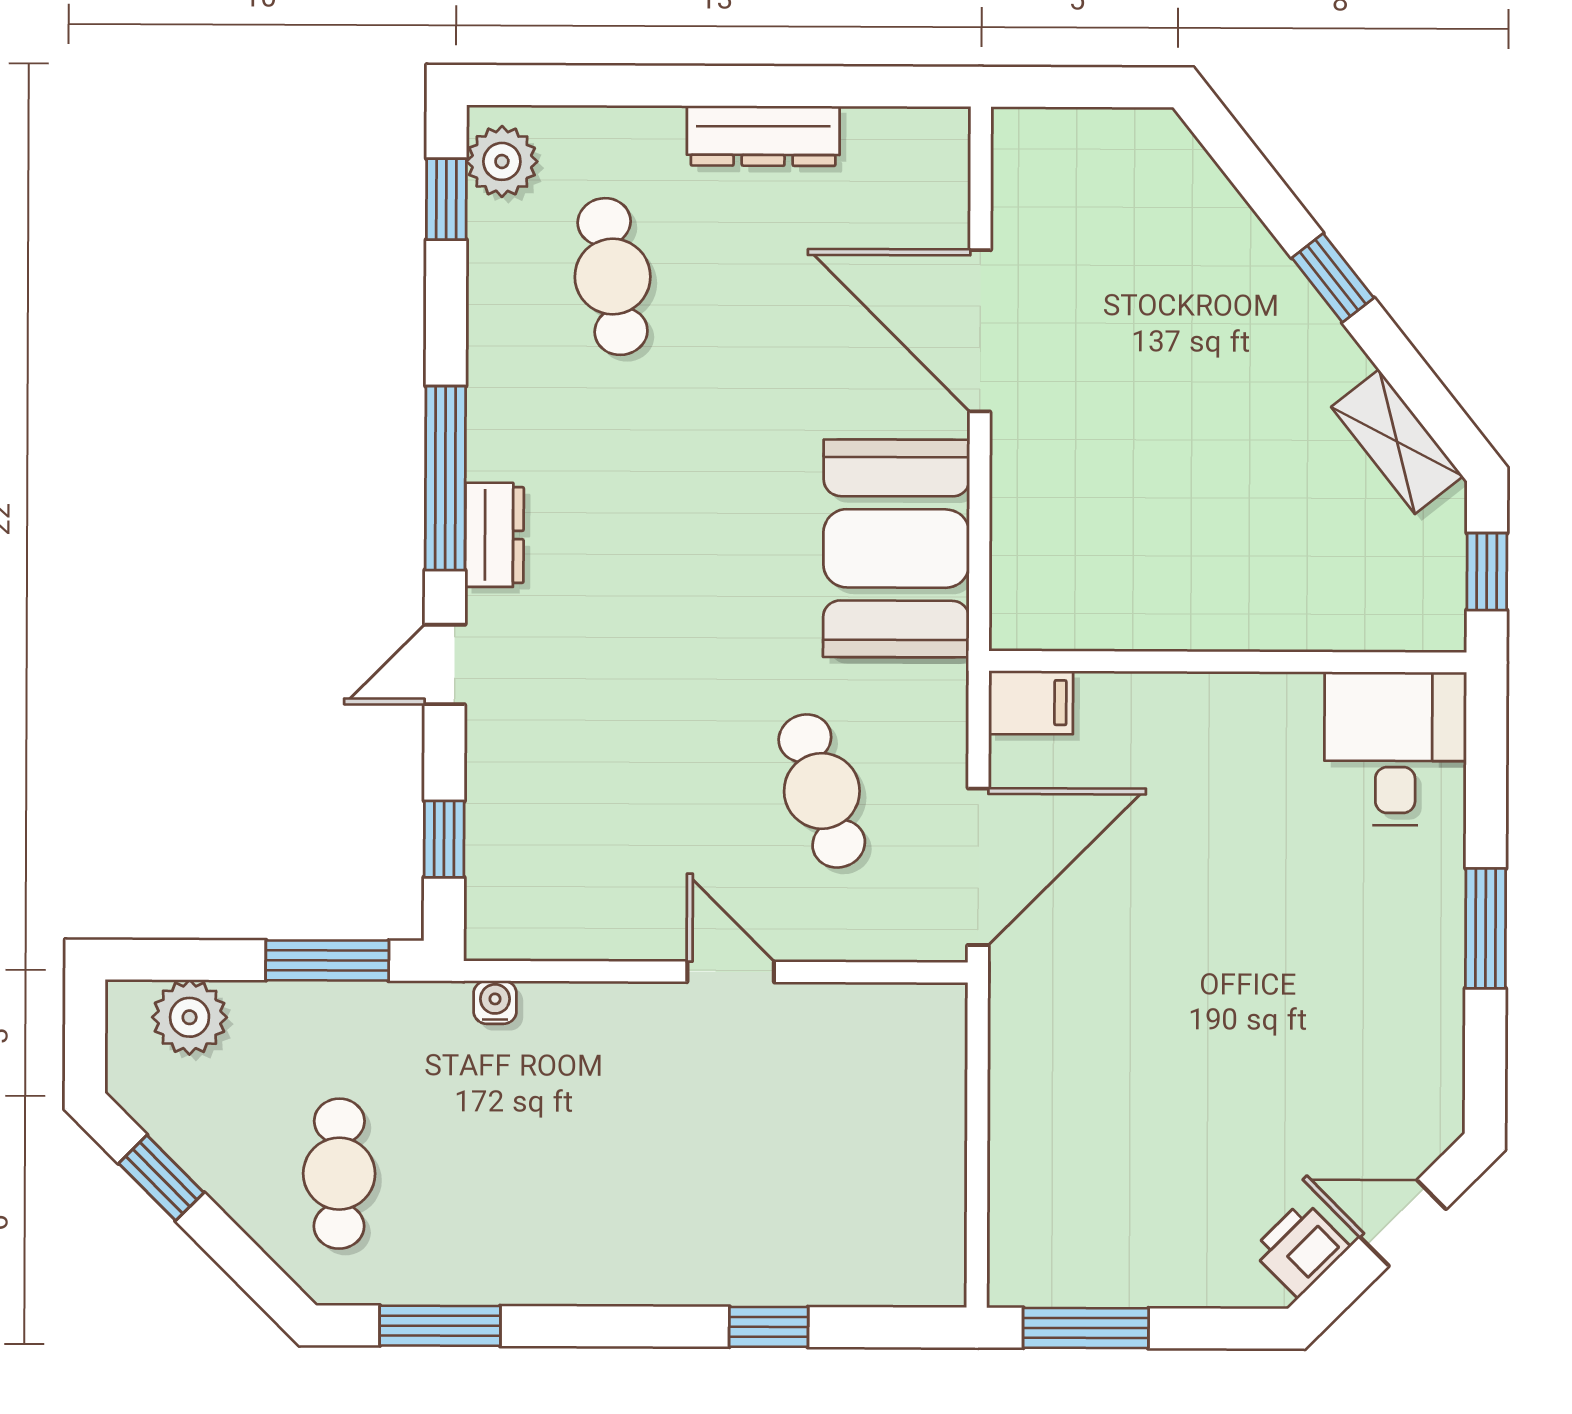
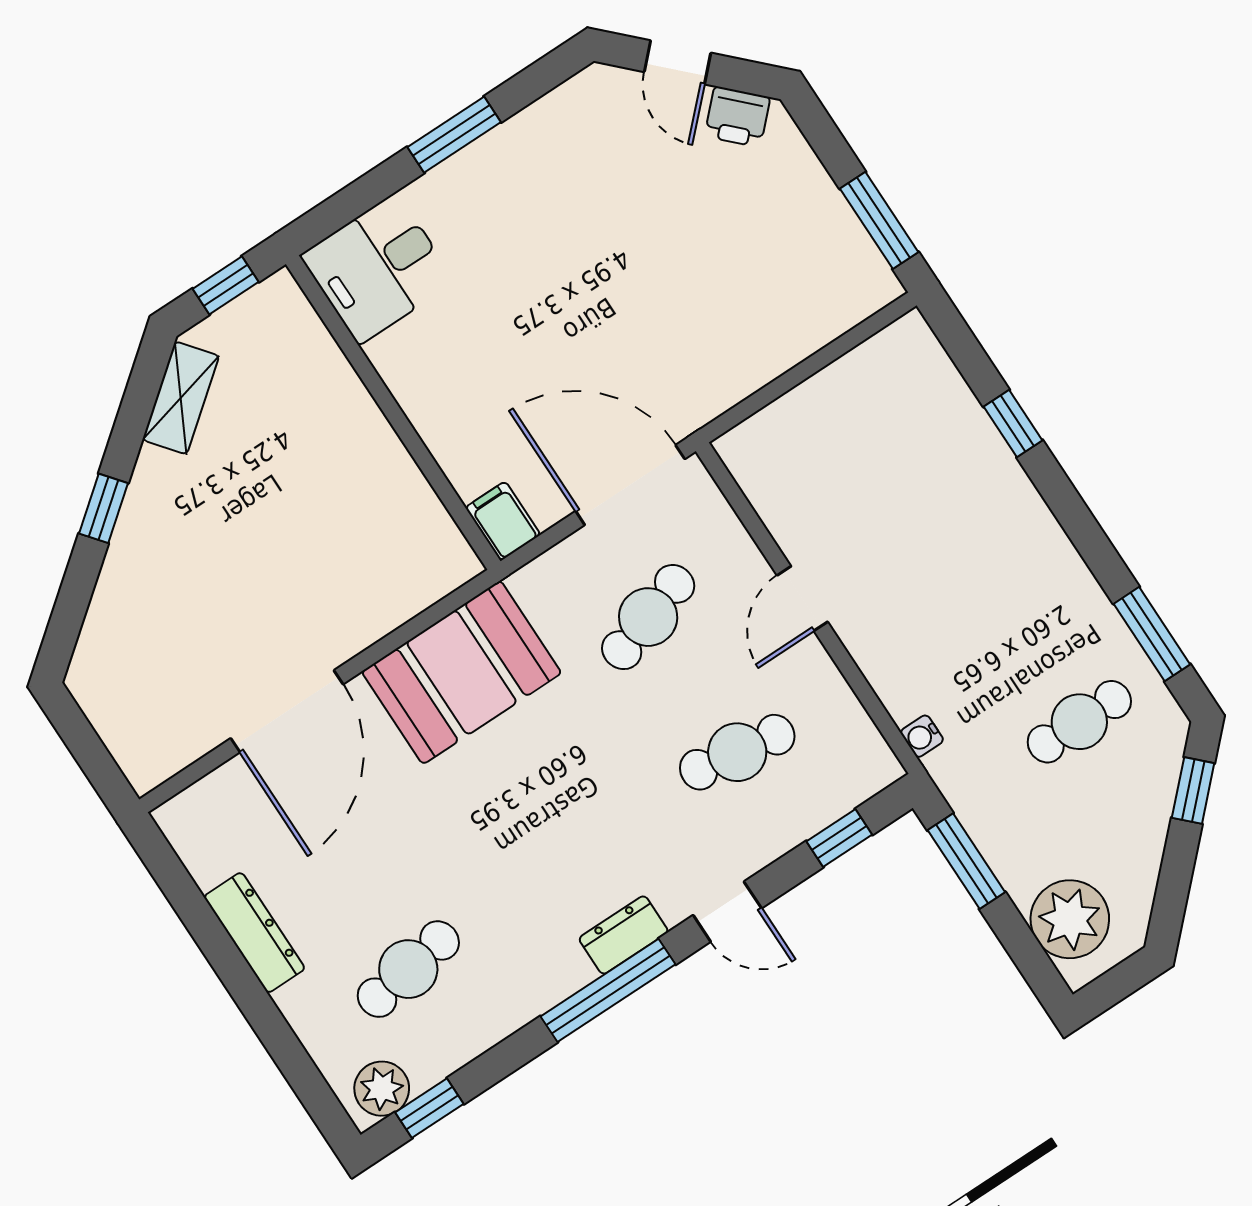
cafe table: (611, 790) -> (737, 752), added
plant: (190, 1017) -> (1070, 919), width x1.36, depth x1.36
cafe table: (339, 1174) -> (1079, 722), moved
window: (161, 1178) -> (1193, 791), moved

